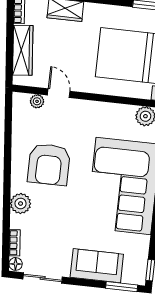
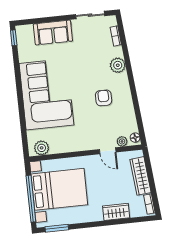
armchair: (49, 164) -> (104, 98), width x0.53, depth x0.53
floor lamp: (16, 264) -> (135, 138), moved
window: (122, 287) -> (32, 21), removed

